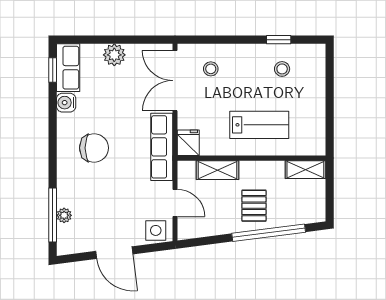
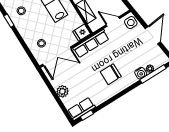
water cooler: (66, 103) -> (141, 73), moved
chair: (94, 148) -> (111, 74), turned -90
door: (175, 203) -> (113, 22), hinge flipped

